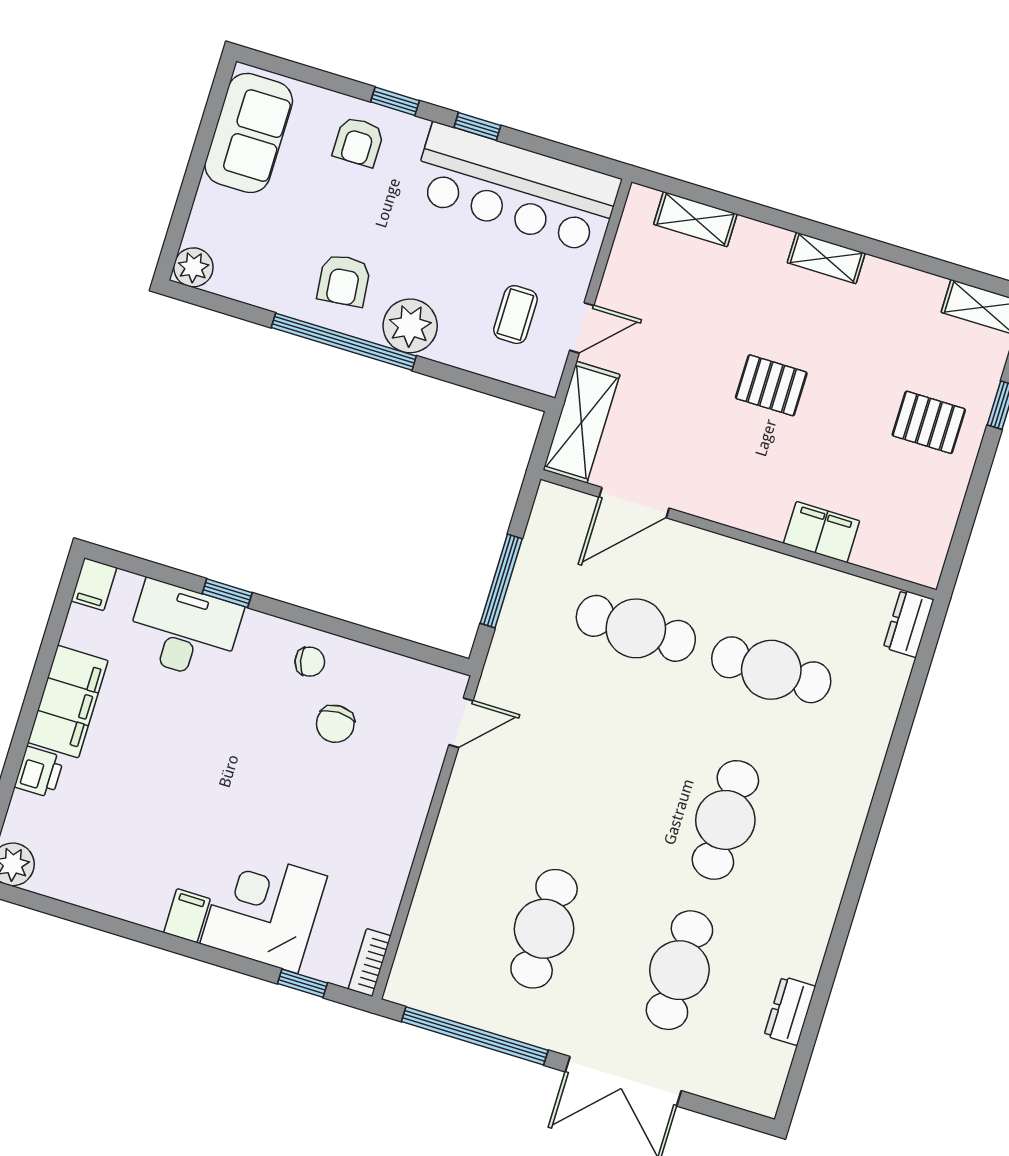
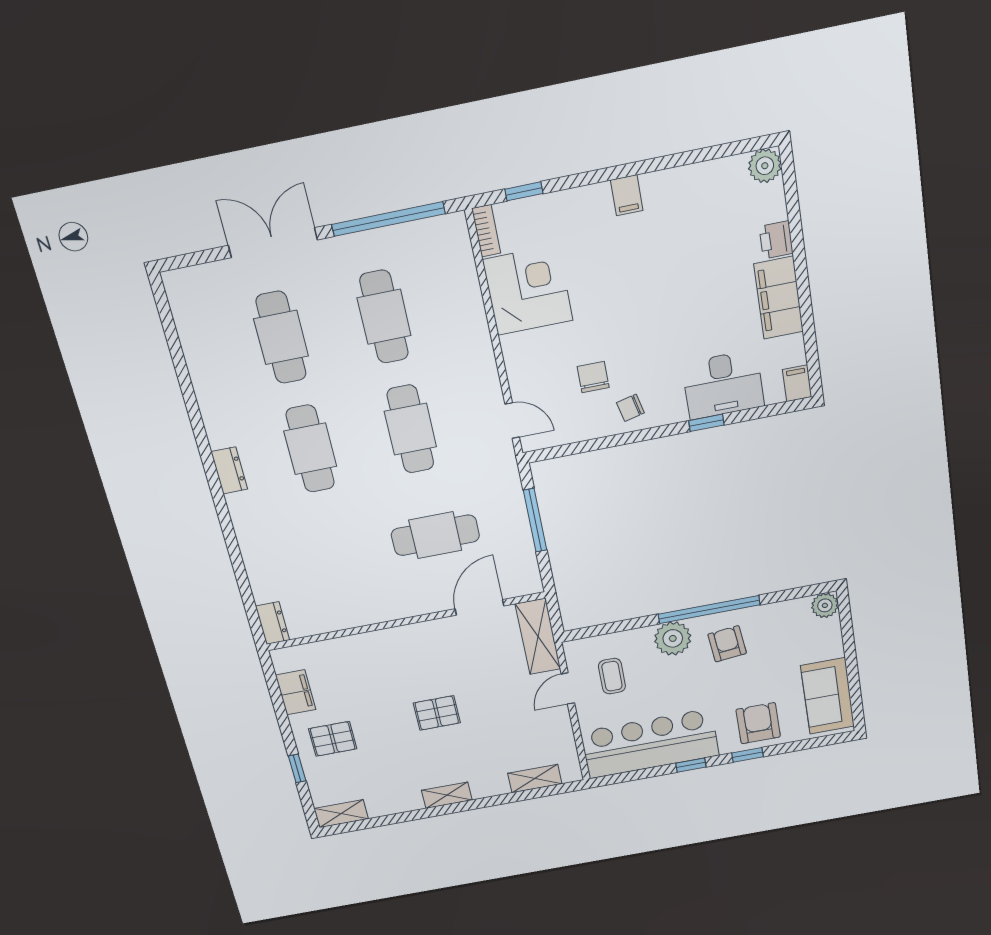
armchair: (358, 142) -> (758, 723), width x1.38, depth x1.38
filing cabinet: (822, 532) -> (296, 692), moved, turned -90
cafe table: (771, 670) -> (410, 429), moved, turned 90
door: (461, 723) -> (512, 421), swing flipped
corner desk: (264, 910) -> (528, 290), moved, turned -90
dresser: (790, 1011) -> (229, 470), moved

